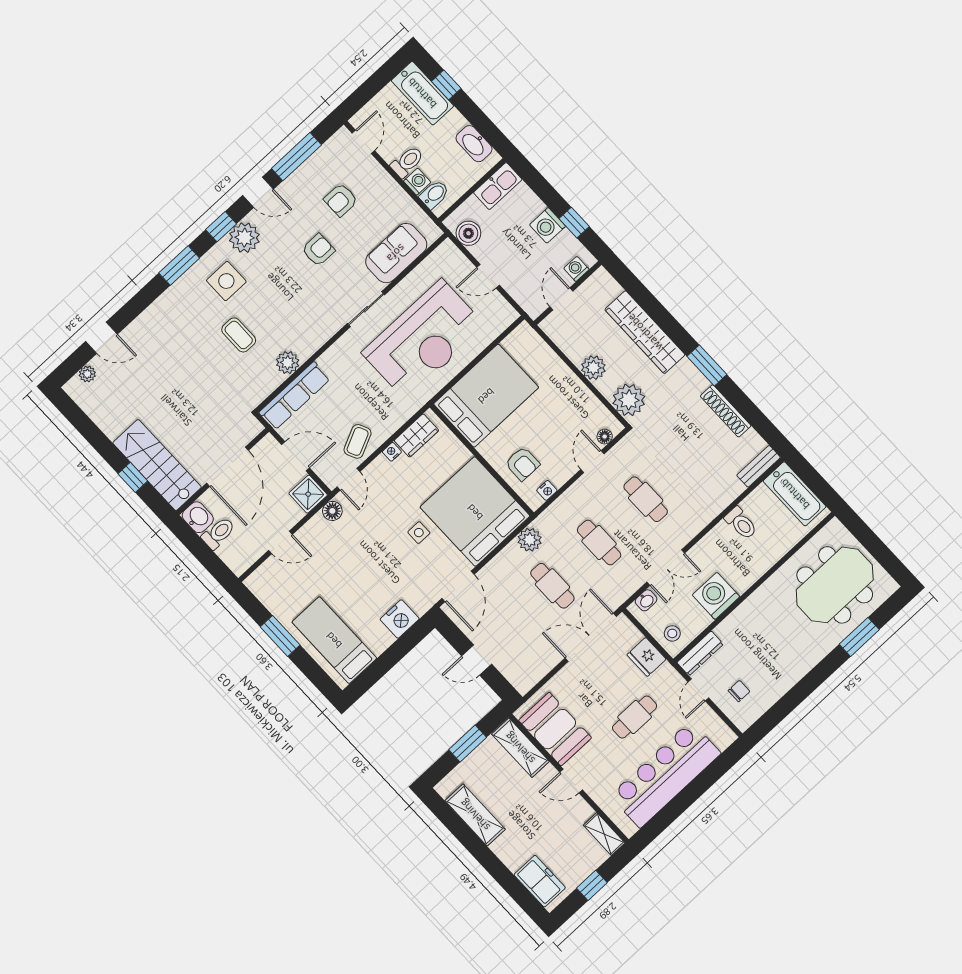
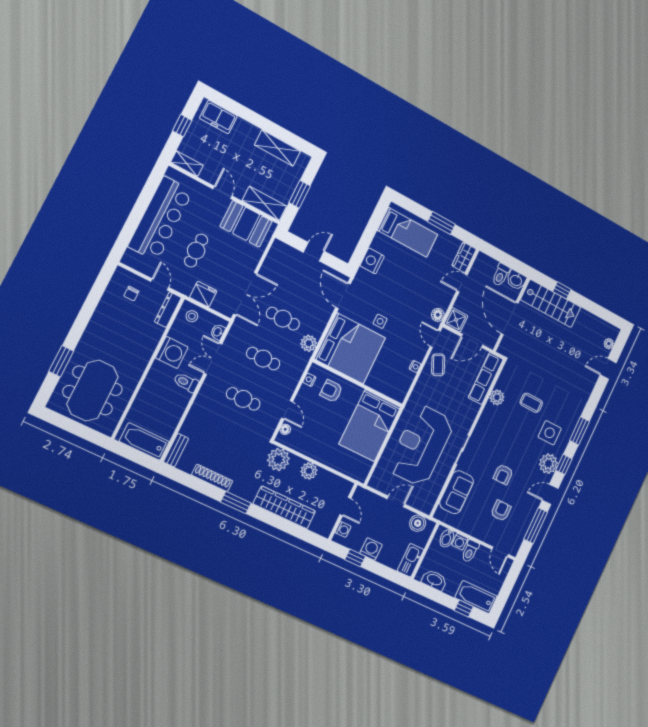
wardrobe: (416, 435) -> (464, 257), moved
toilet: (741, 523) -> (186, 382), moved
door: (571, 781) -> (223, 192), hinge flipped

